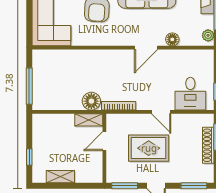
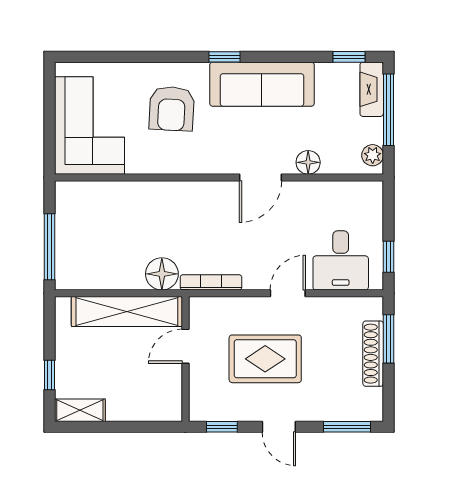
door: (161, 112) -> (288, 293), swing flipped
shelving: (89, 120) -> (127, 312), width x2.20, depth x1.33
shelving: (60, 177) -> (80, 410), moved
window: (125, 186) -> (222, 427), width x0.67

